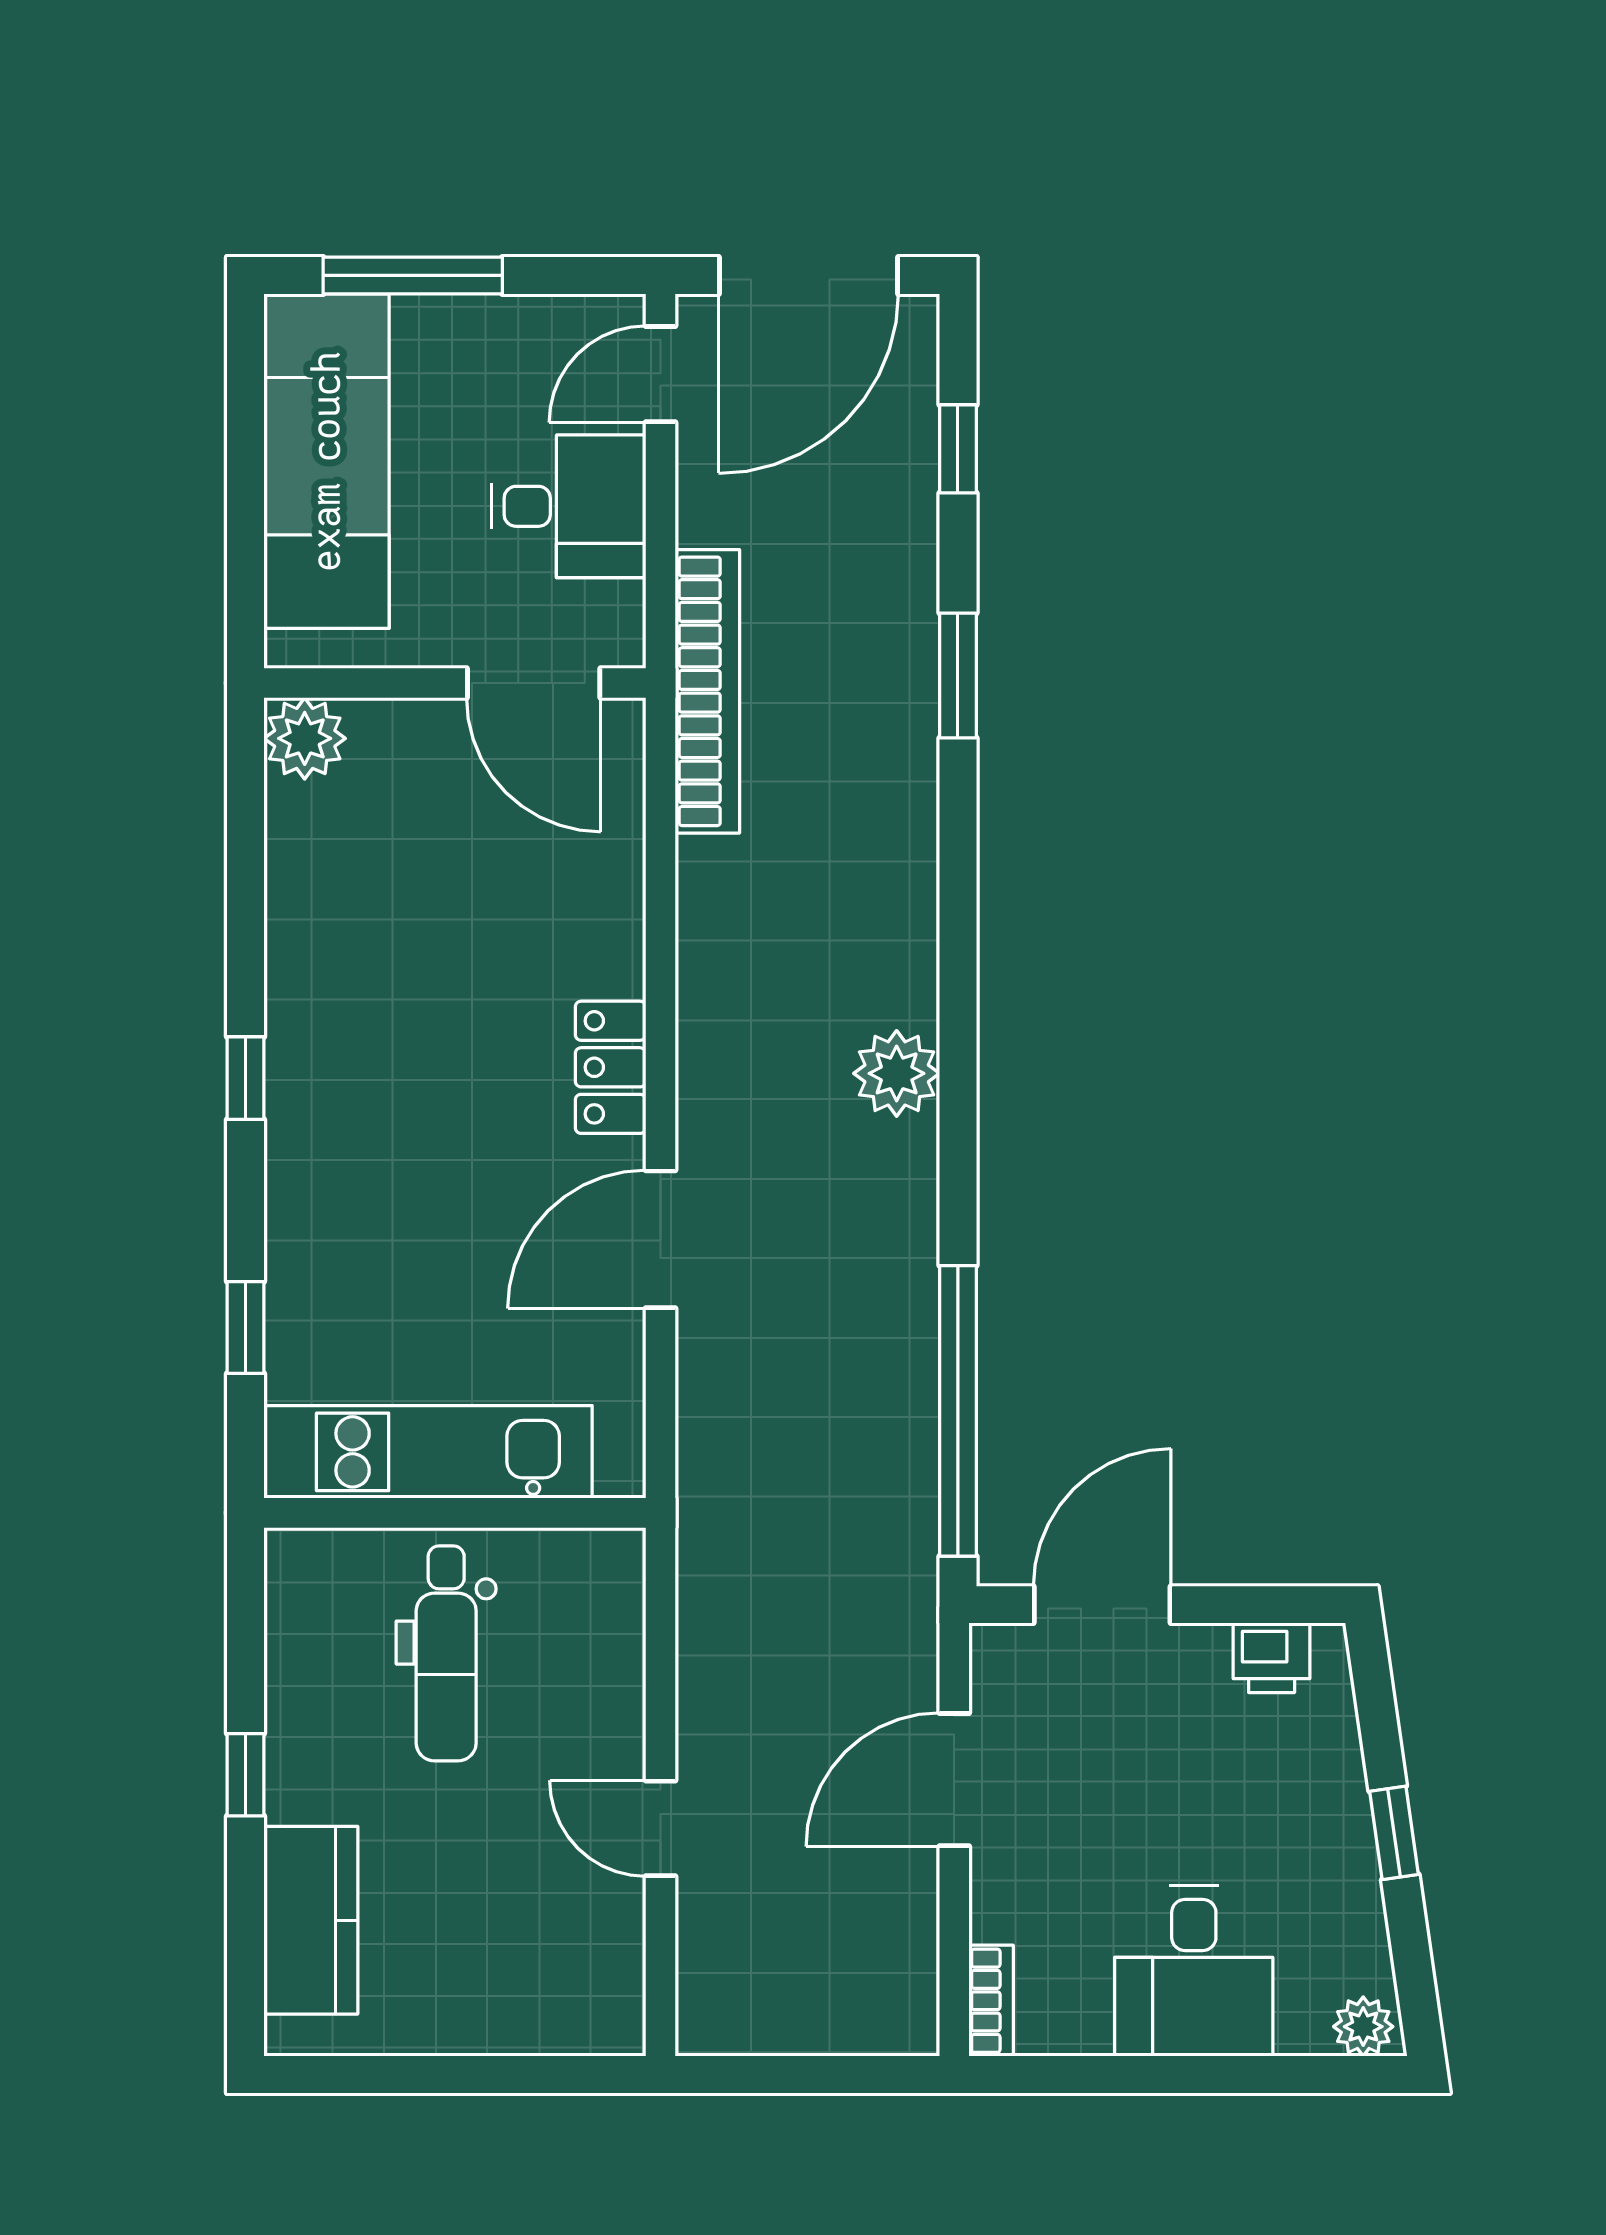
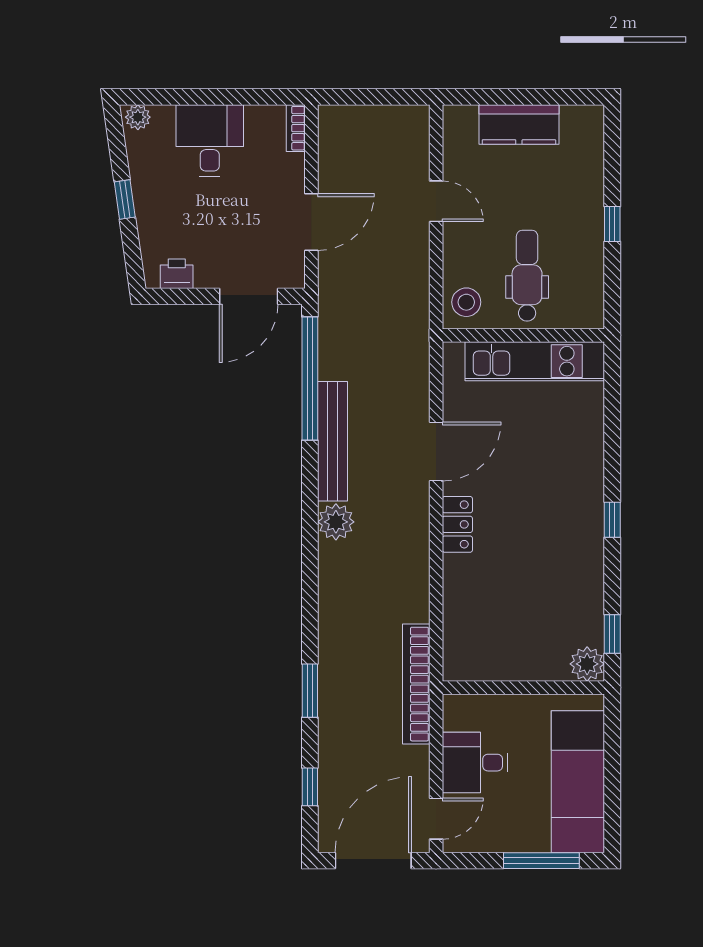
door: (534, 683) -> (490, 688), removed
bench: (905, 1263) -> (333, 441), added
window: (246, 1327) -> (612, 634), moved
stool: (589, 1591) -> (466, 302), added
kitchen counter: (311, 1920) -> (519, 125), moved, turned -90

